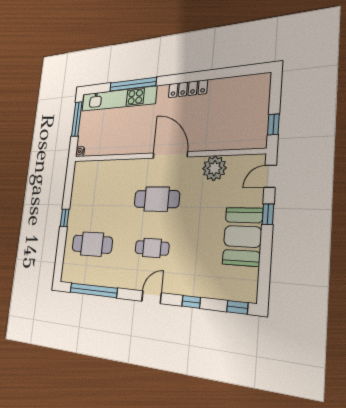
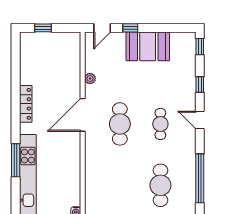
window: (133, 84) -> (16, 160), width x0.68
window: (273, 124) -> (43, 28), moved
plant: (214, 168) -> (90, 79), width x0.53, depth x0.53
door: (270, 176) -> (102, 28), hinge flipped

